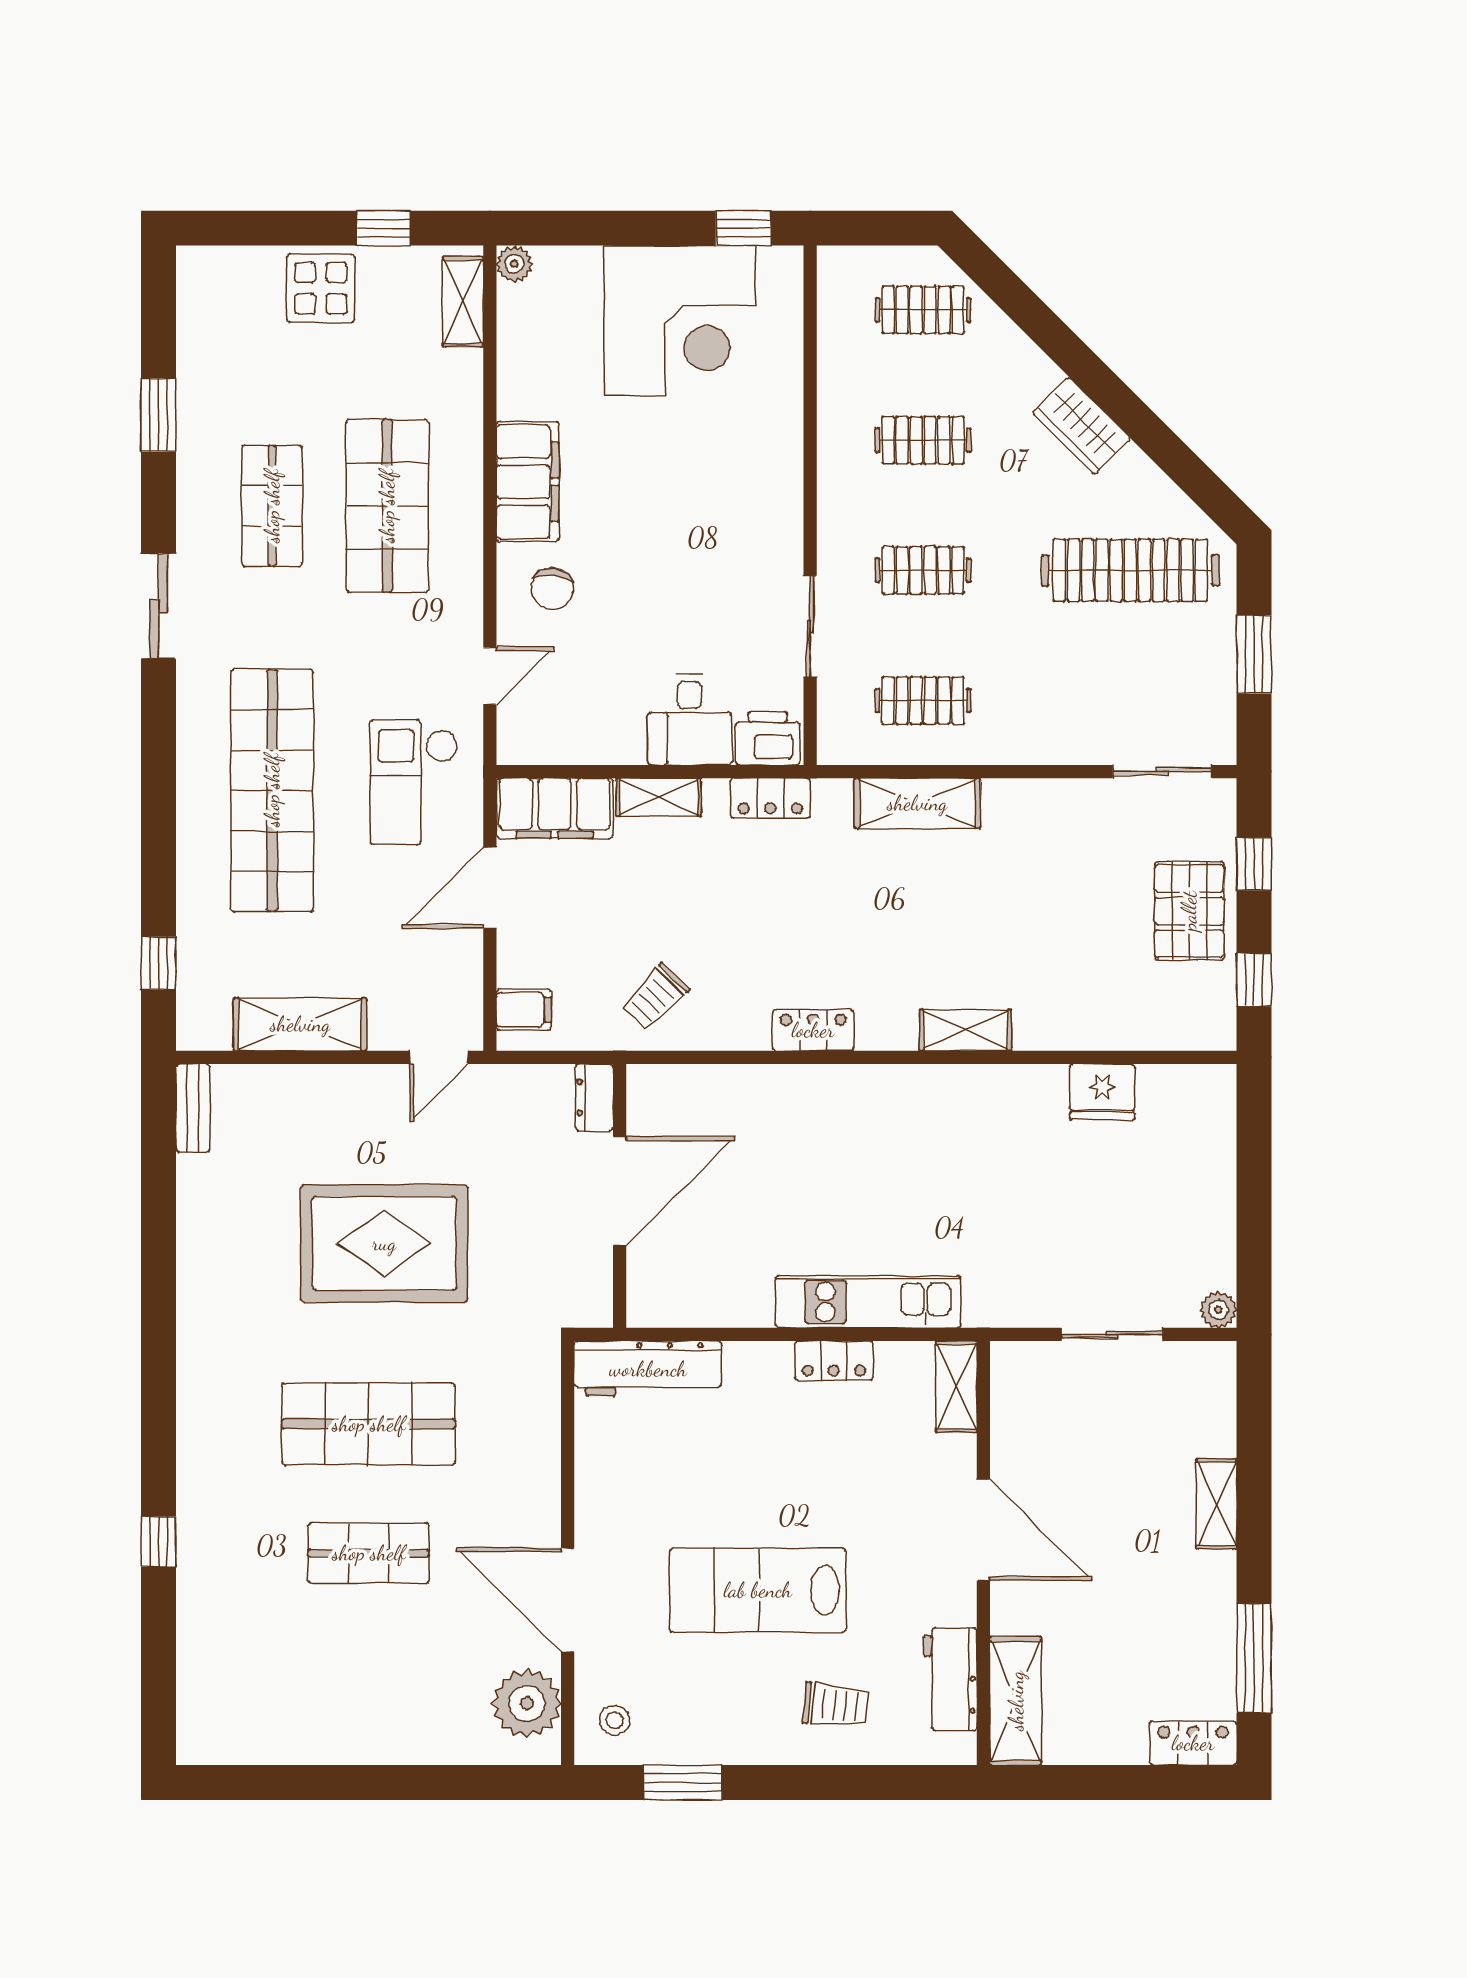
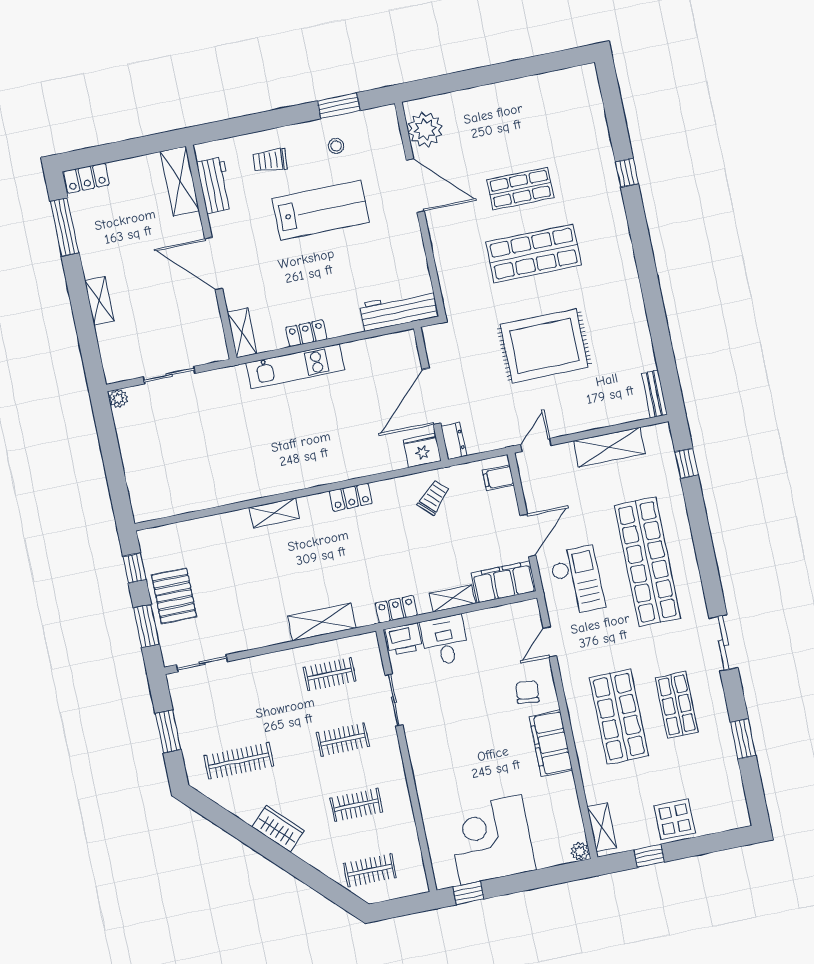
clothes rail: (1130, 570) -> (239, 761), width x0.73, depth x0.76
window: (1254, 864) -> (146, 626), width x1.50
fridge: (1102, 1092) -> (422, 450), moved
stool: (615, 1720) -> (336, 146), moved

